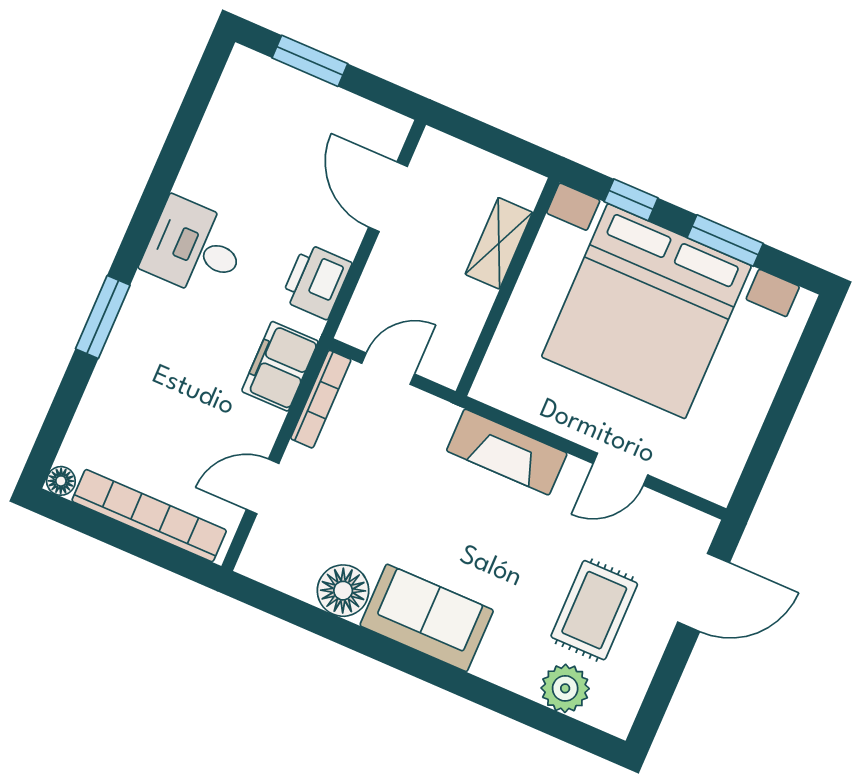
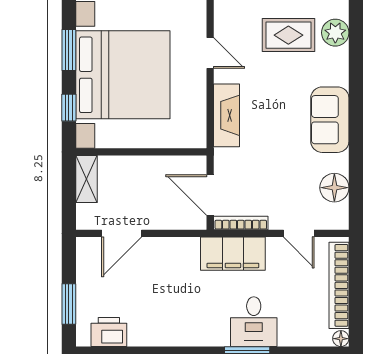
shelving: (499, 243) -> (87, 179), moved, turned 90
desk: (195, 248) -> (254, 322), moved
printer: (316, 281) -> (109, 332), moved, turned 180
filing cabinet: (280, 366) -> (233, 254), width x1.50, depth x1.17
door: (388, 369) -> (210, 195), width x1.38
floor lamp: (343, 591) -> (334, 188), moved

